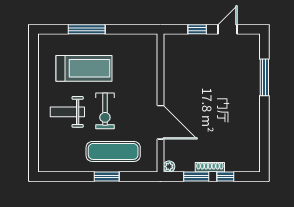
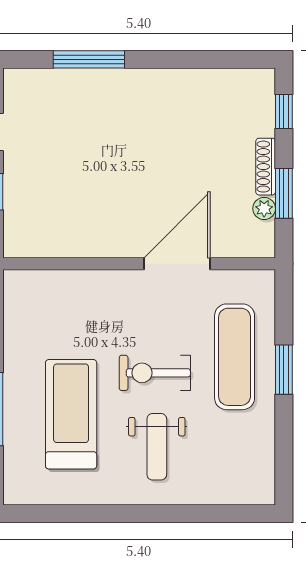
exercise bike: (105, 111) -> (155, 373), turned 180
plant: (169, 166) -> (264, 209), moved
window: (225, 177) -> (284, 112), moved

